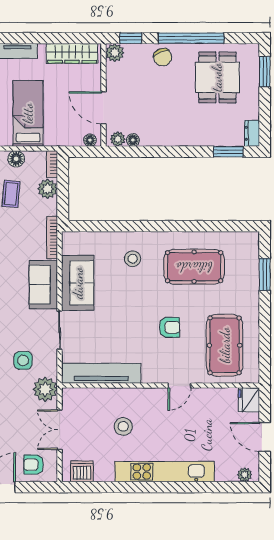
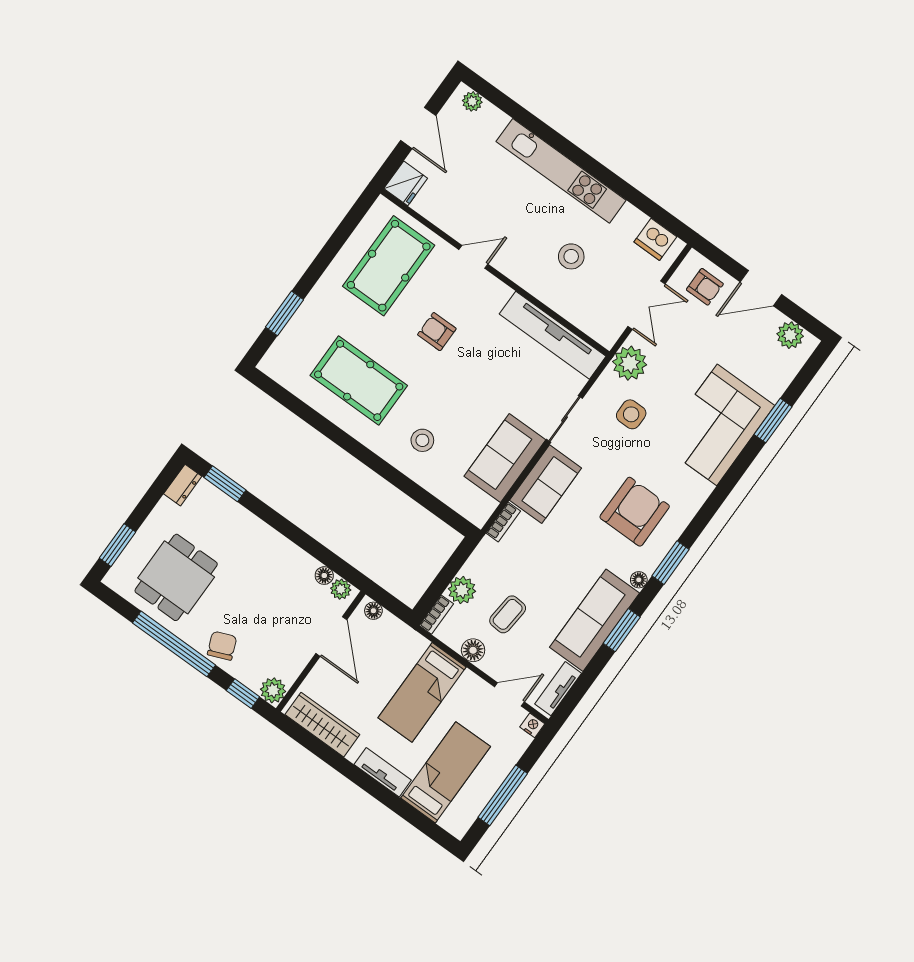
bookcase: (52, 238) -> (503, 522), width x0.64

